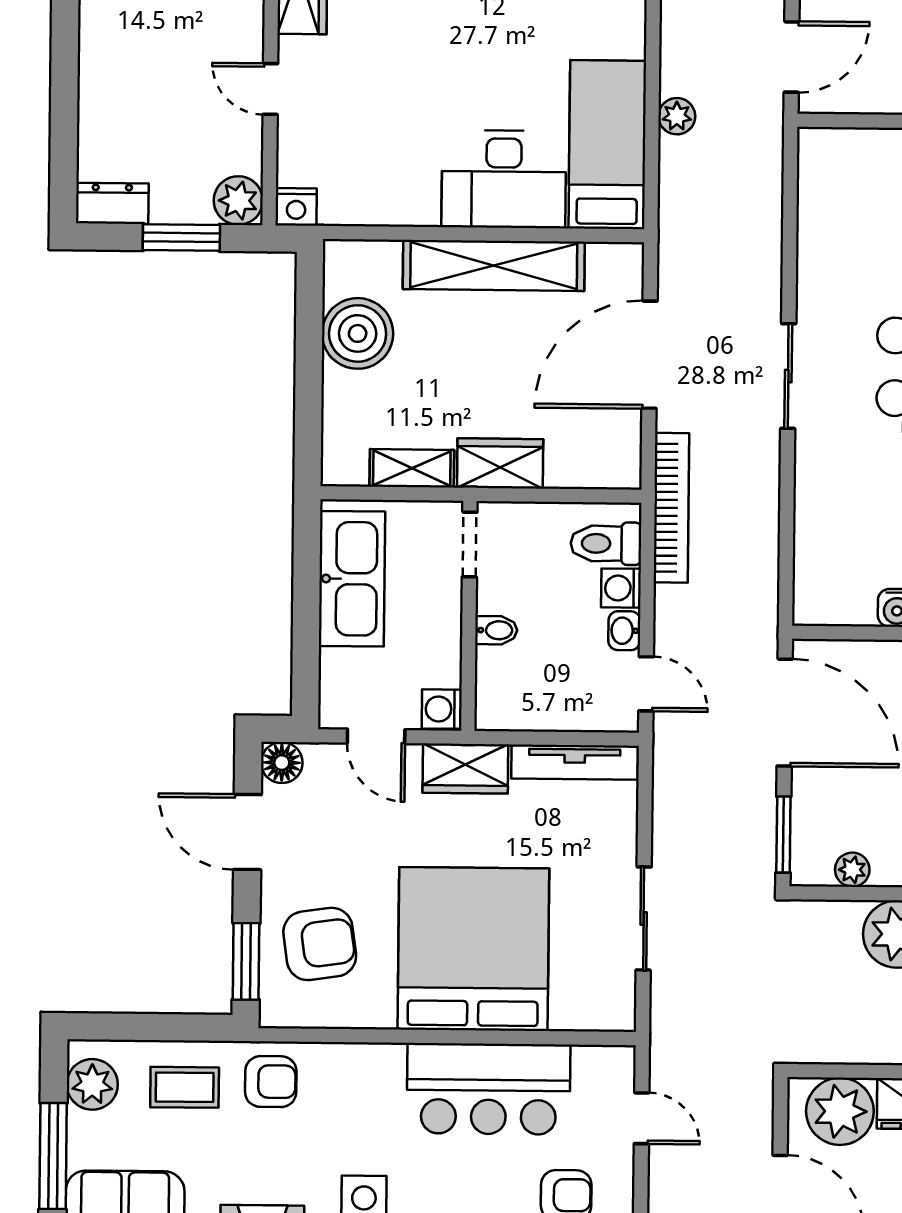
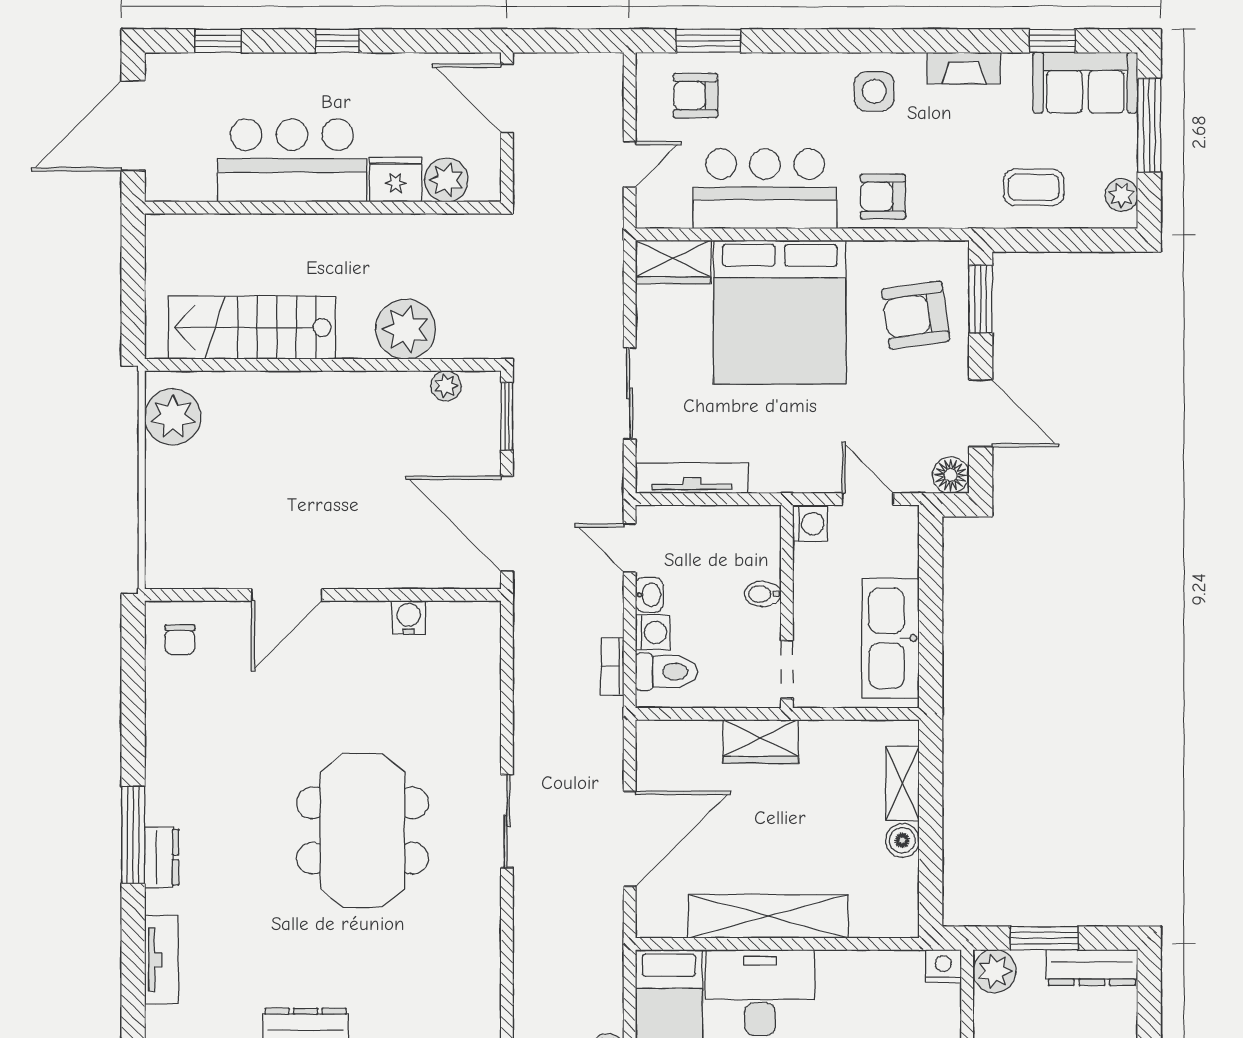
dresser: (112, 203) -> (1092, 968), width x1.44
boiler: (358, 333) -> (902, 840), width x0.54, depth x0.54
shelving: (412, 468) -> (902, 783), moved, turned 90
bookcase: (671, 508) -> (612, 666), width x0.43, depth x0.76
wardrobe: (465, 769) -> (673, 262), moved, turned 180
sliding door: (644, 918) -> (630, 393), moved
armchair: (271, 1082) -> (883, 197), moved
plant: (92, 1084) -> (1121, 195), width x0.73, depth x0.73
plant: (840, 1111) -> (446, 180), width x0.73, depth x0.73
door: (642, 1118) -> (630, 164), swing flipped

